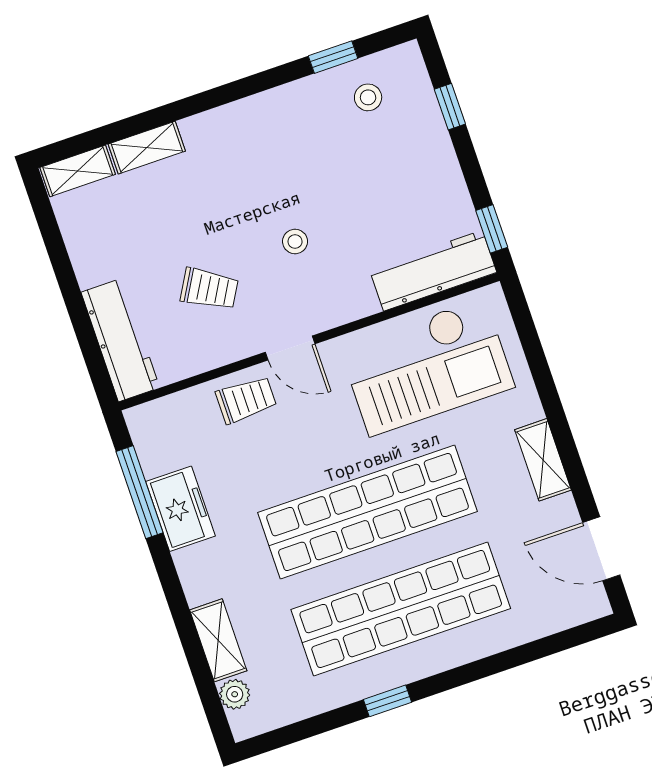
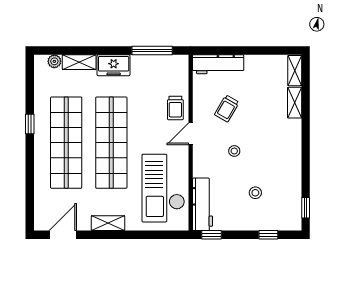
window: (333, 57) -> (306, 208), moved
stool: (368, 97) -> (255, 193), moved
freezer: (181, 509) -> (114, 65), moved

